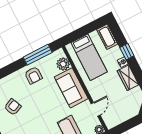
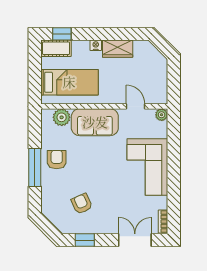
window: (127, 52) -> (62, 34), moved
window: (38, 55) -> (35, 168), moved
armchair: (33, 75) -> (57, 160), turned -90

